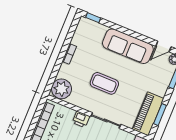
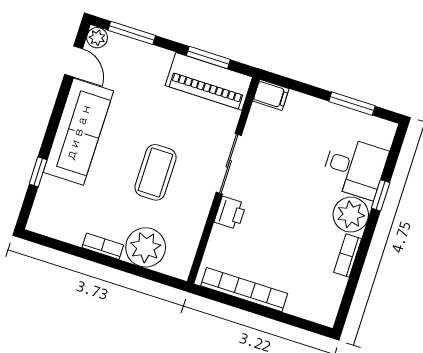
window: (93, 18) -> (38, 172), moved
plant: (61, 89) -> (146, 247), moved

